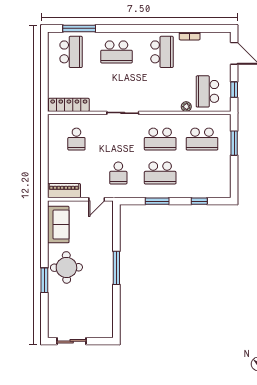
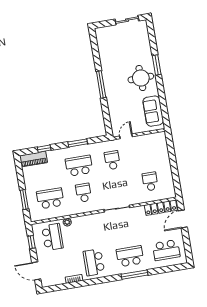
window: (79, 28) -> (135, 275), moved
school desk: (71, 52) -> (166, 250), turned -90
door: (44, 87) -> (183, 219), added
school desk: (160, 139) -> (84, 193), width x0.54
piano: (64, 191) -> (33, 159), moved

